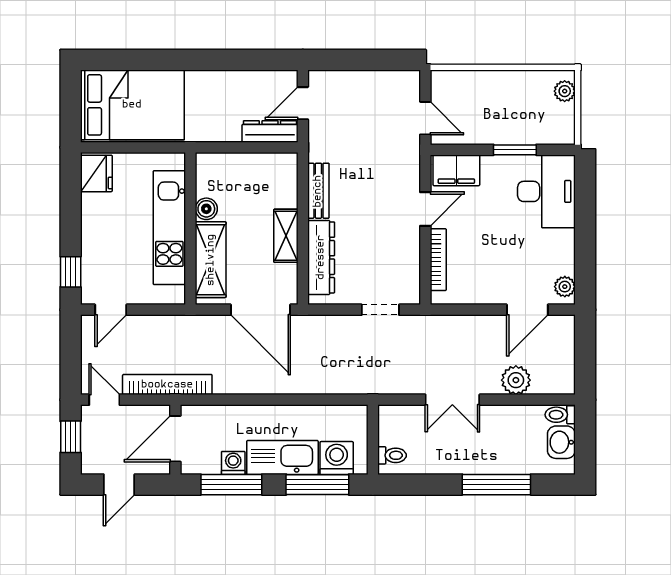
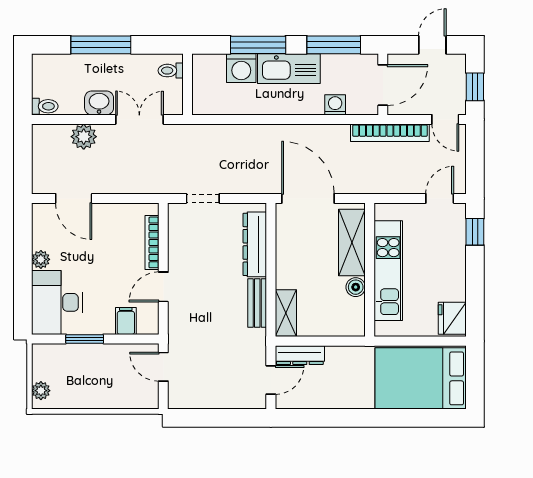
filing cabinet: (456, 170) -> (126, 321), width x0.50
shelving: (286, 236) -> (286, 313), moved
plant: (565, 287) -> (41, 259), moved
door: (527, 310) -> (74, 198), swing flipped
wall: (373, 440) -> (187, 84), moved
washbasin: (561, 442) -> (99, 103), moved, turned -90
toilet: (392, 455) -> (171, 71), moved
washing machine: (233, 463) -> (335, 105), moved, turned 180

